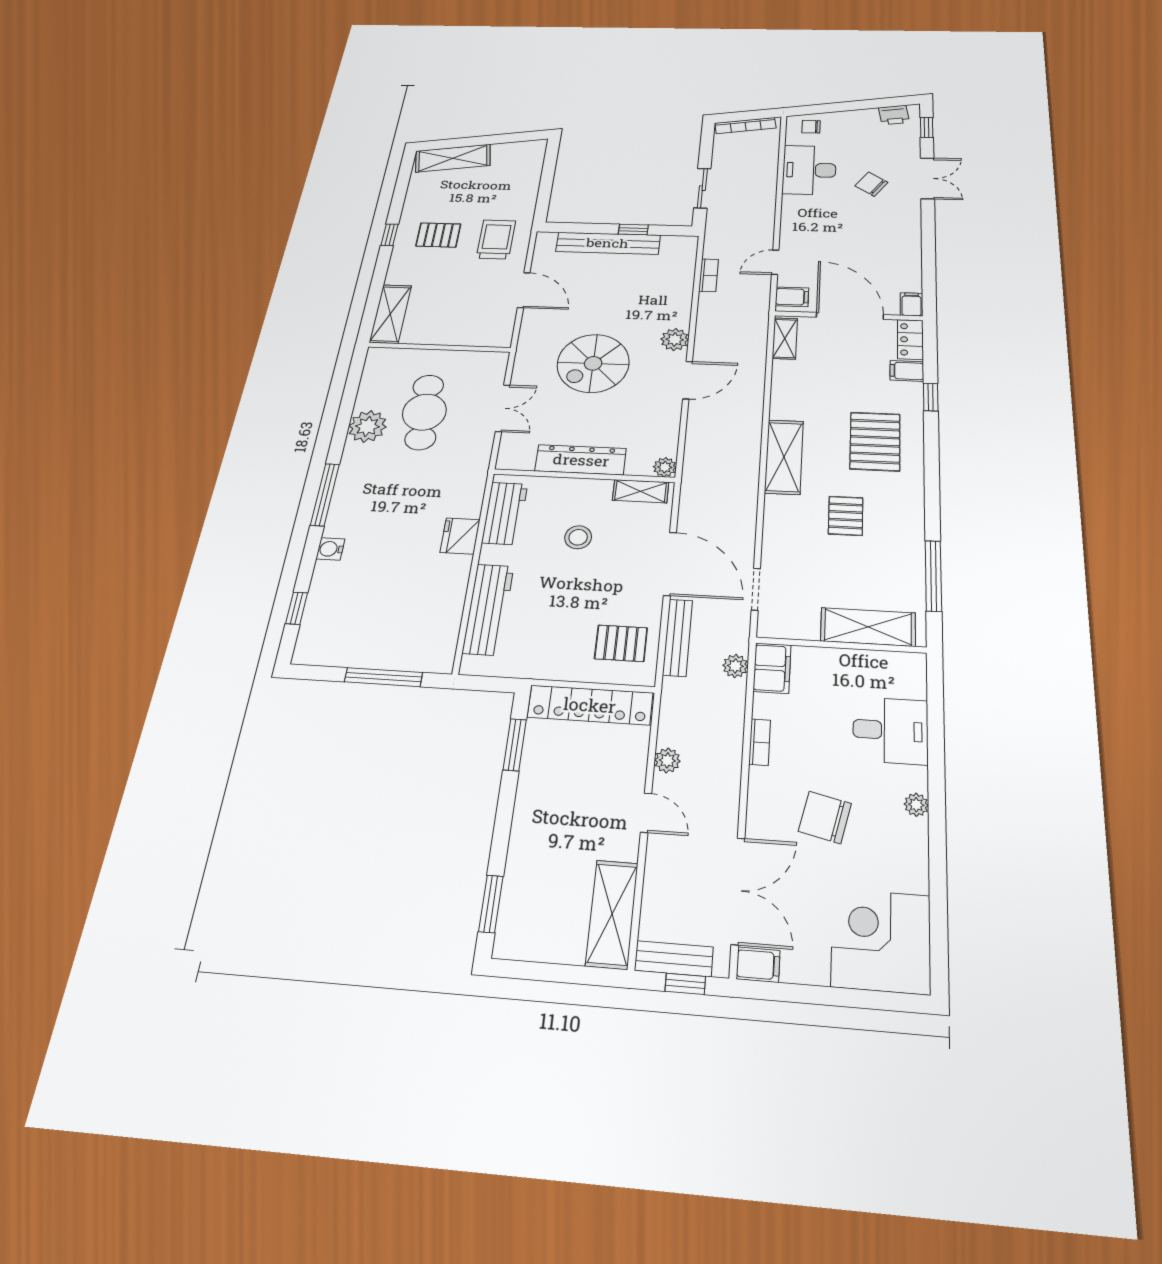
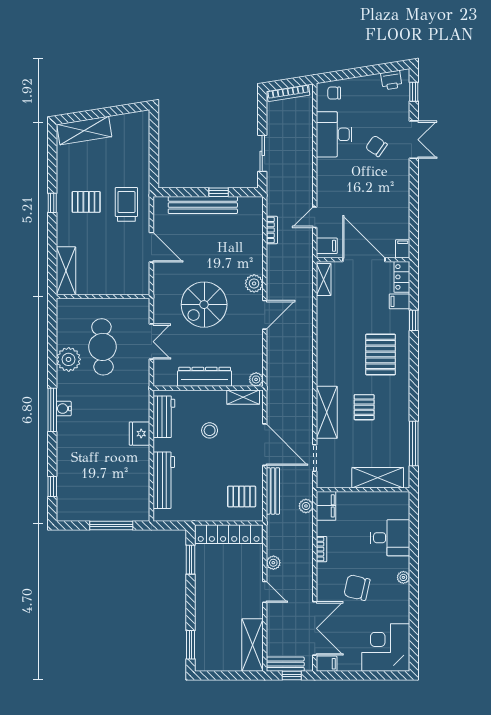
shelving: (784, 457) -> (327, 412), moved
water cooler: (330, 549) -> (64, 409), moved

